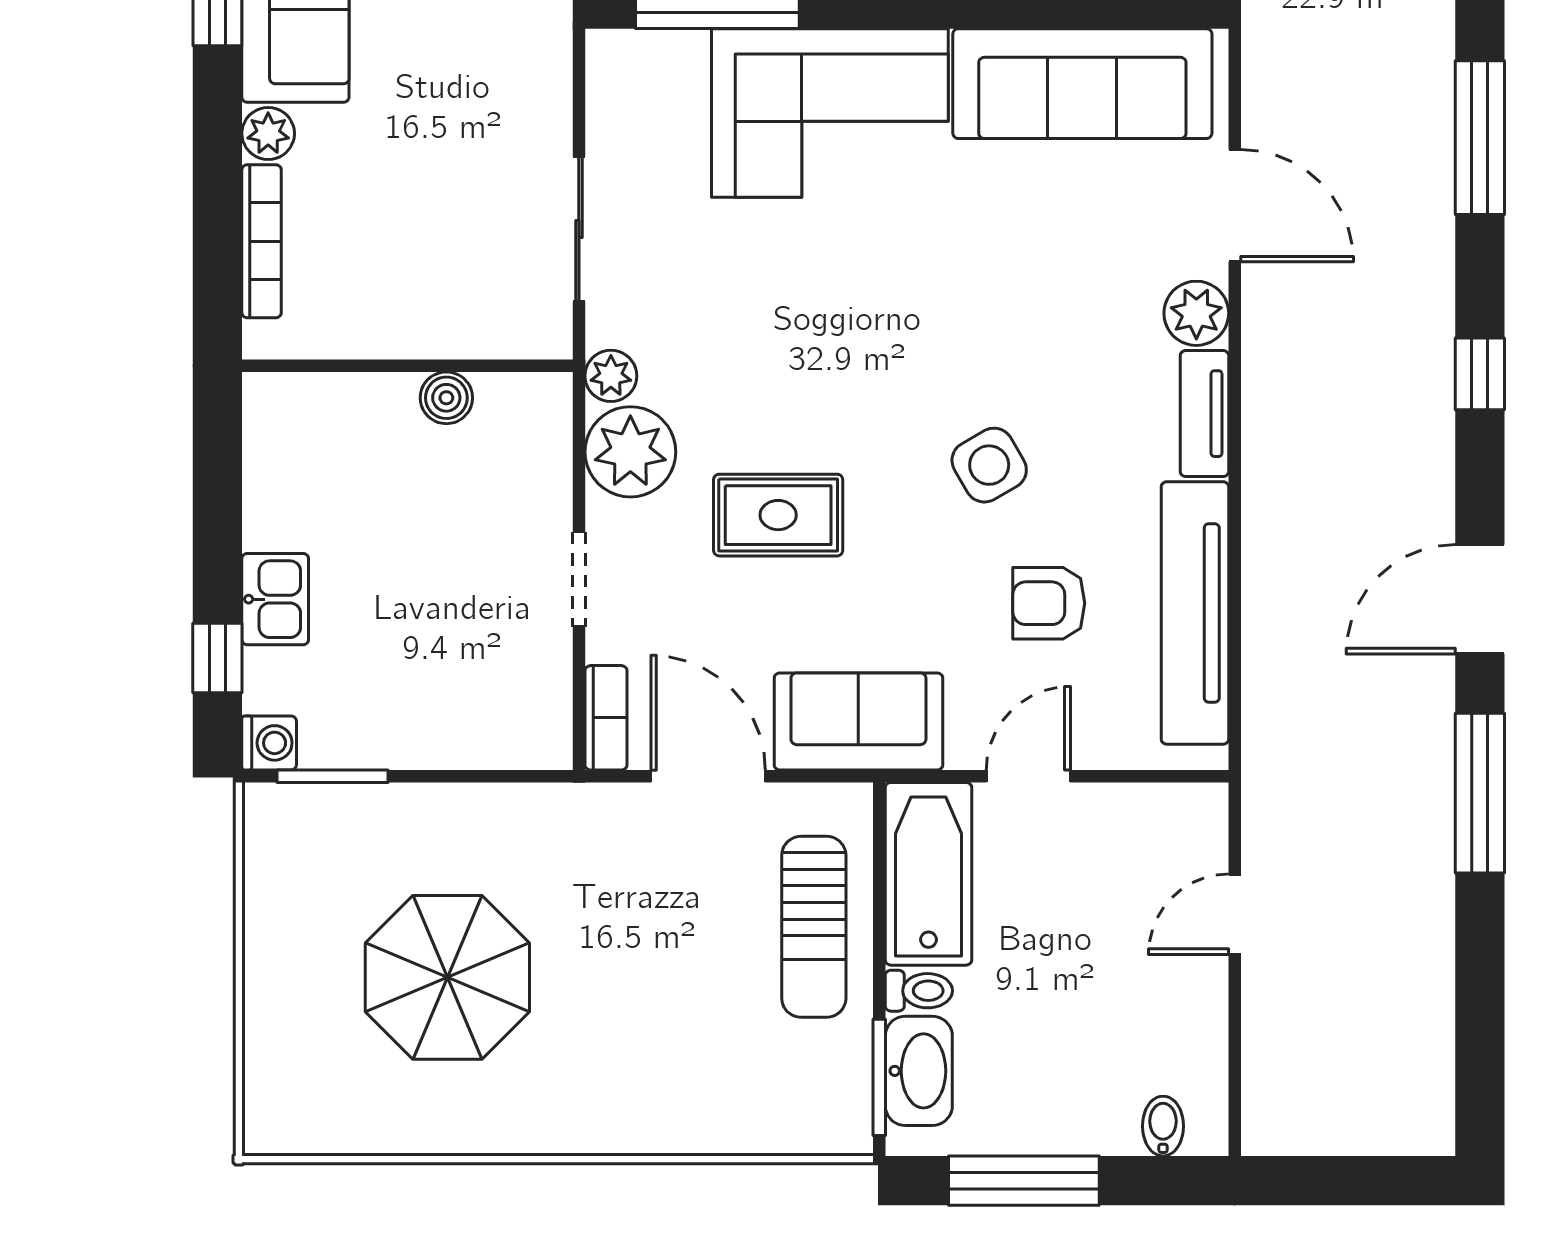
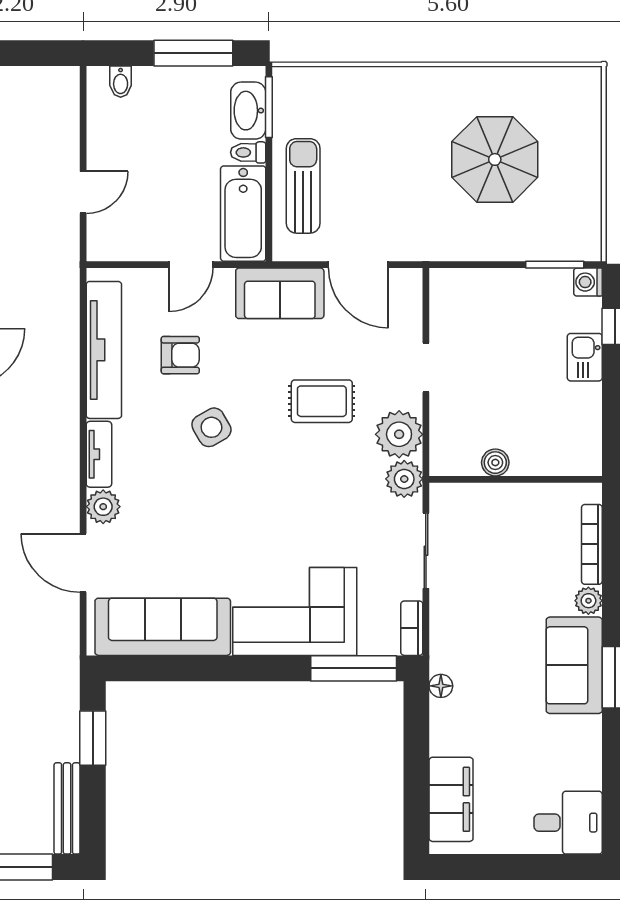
plant: (611, 376) -> (404, 479), width x1.38, depth x1.38
bookcase: (606, 718) -> (412, 628), moved

